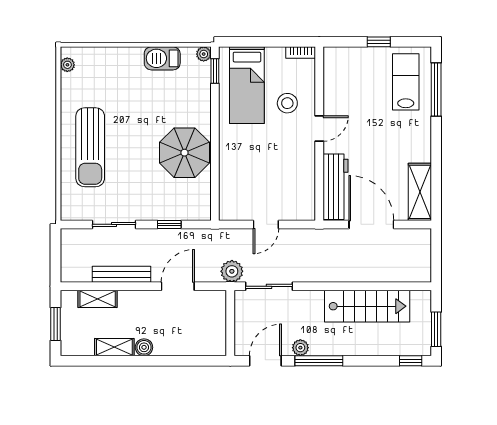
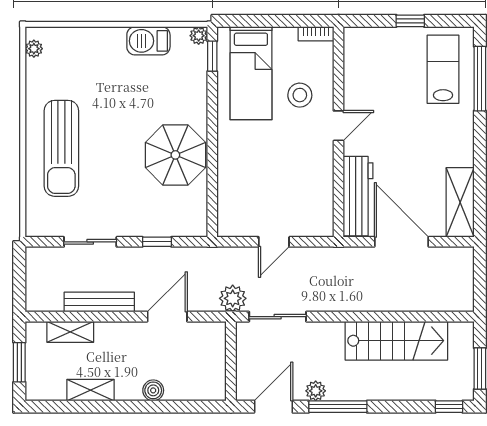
boiler: (144, 347) -> (153, 390), moved

